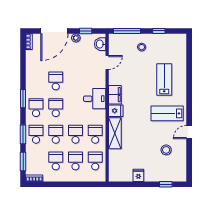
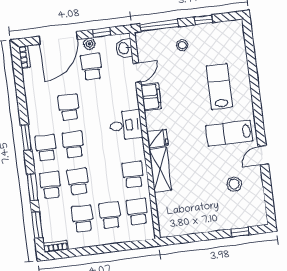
filing cabinet: (115, 95) -> (151, 97), moved
school desk: (75, 134) -> (92, 67), moved
fridge: (138, 175) -> (200, 224), removed

